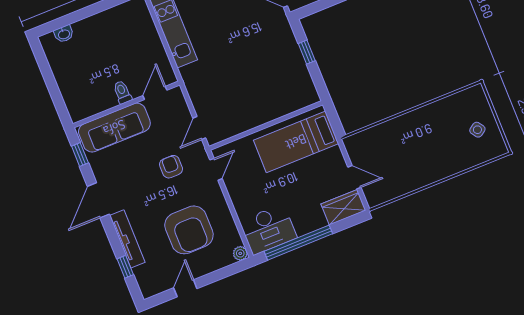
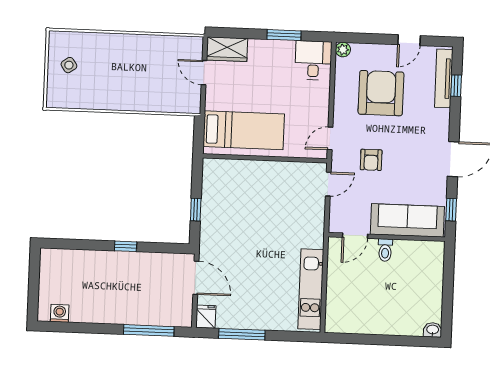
washbasin: (64, 34) -> (433, 330), moved
desk: (268, 229) -> (313, 60), width x0.73
tv unit: (127, 239) -> (444, 78), moved
window: (298, 243) -> (284, 35), width x0.47

